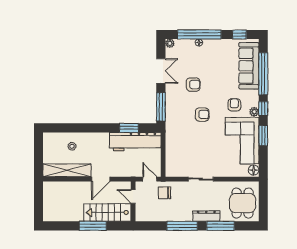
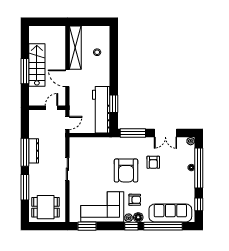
armchair: (202, 114) -> (126, 171), width x1.88, depth x1.88
window: (263, 136) -> (87, 226), moved
floor lamp: (254, 170) -> (138, 217), moved
chair: (164, 193) -> (55, 136), removed
stairs: (107, 213) -> (37, 65), moved
dresser: (206, 216) -> (34, 151), moved

